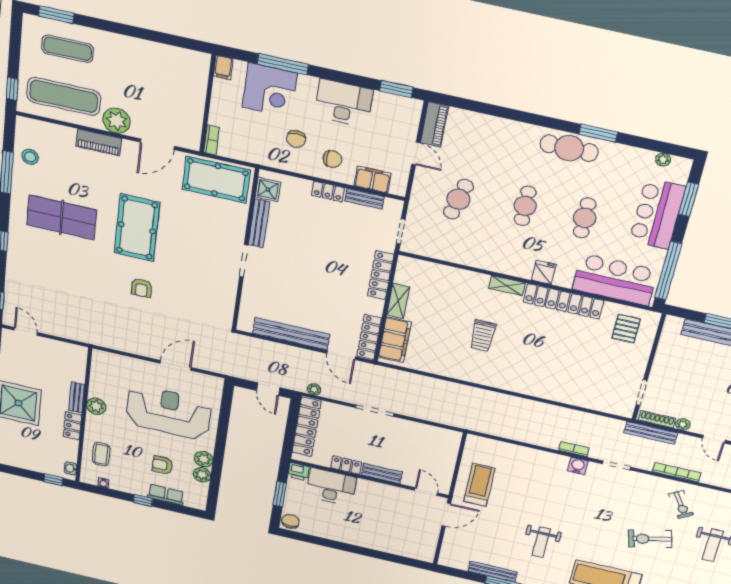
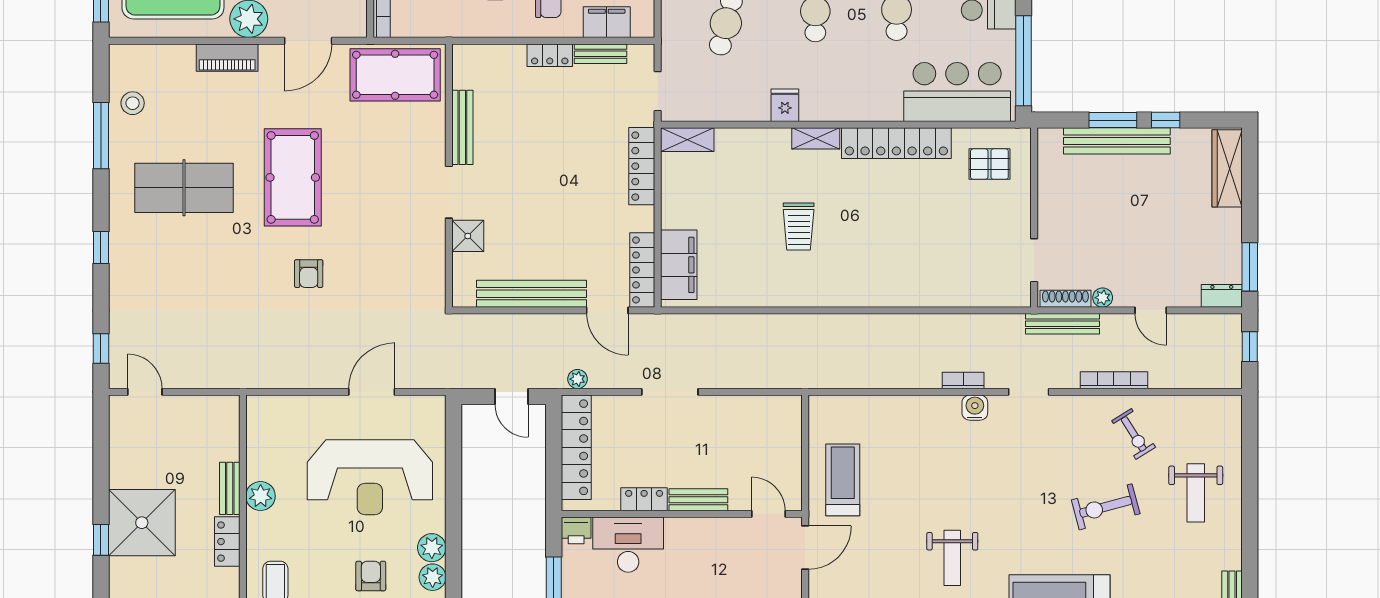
shower: (268, 190) -> (468, 236), moved
fridge: (544, 272) -> (785, 105), moved
shelving: (398, 301) -> (687, 140), moved, turned 90
pallet: (626, 329) -> (989, 164), turned 90
reception desk: (169, 412) -> (370, 477), turned 180
armchair: (162, 465) -> (371, 576), turned 90

